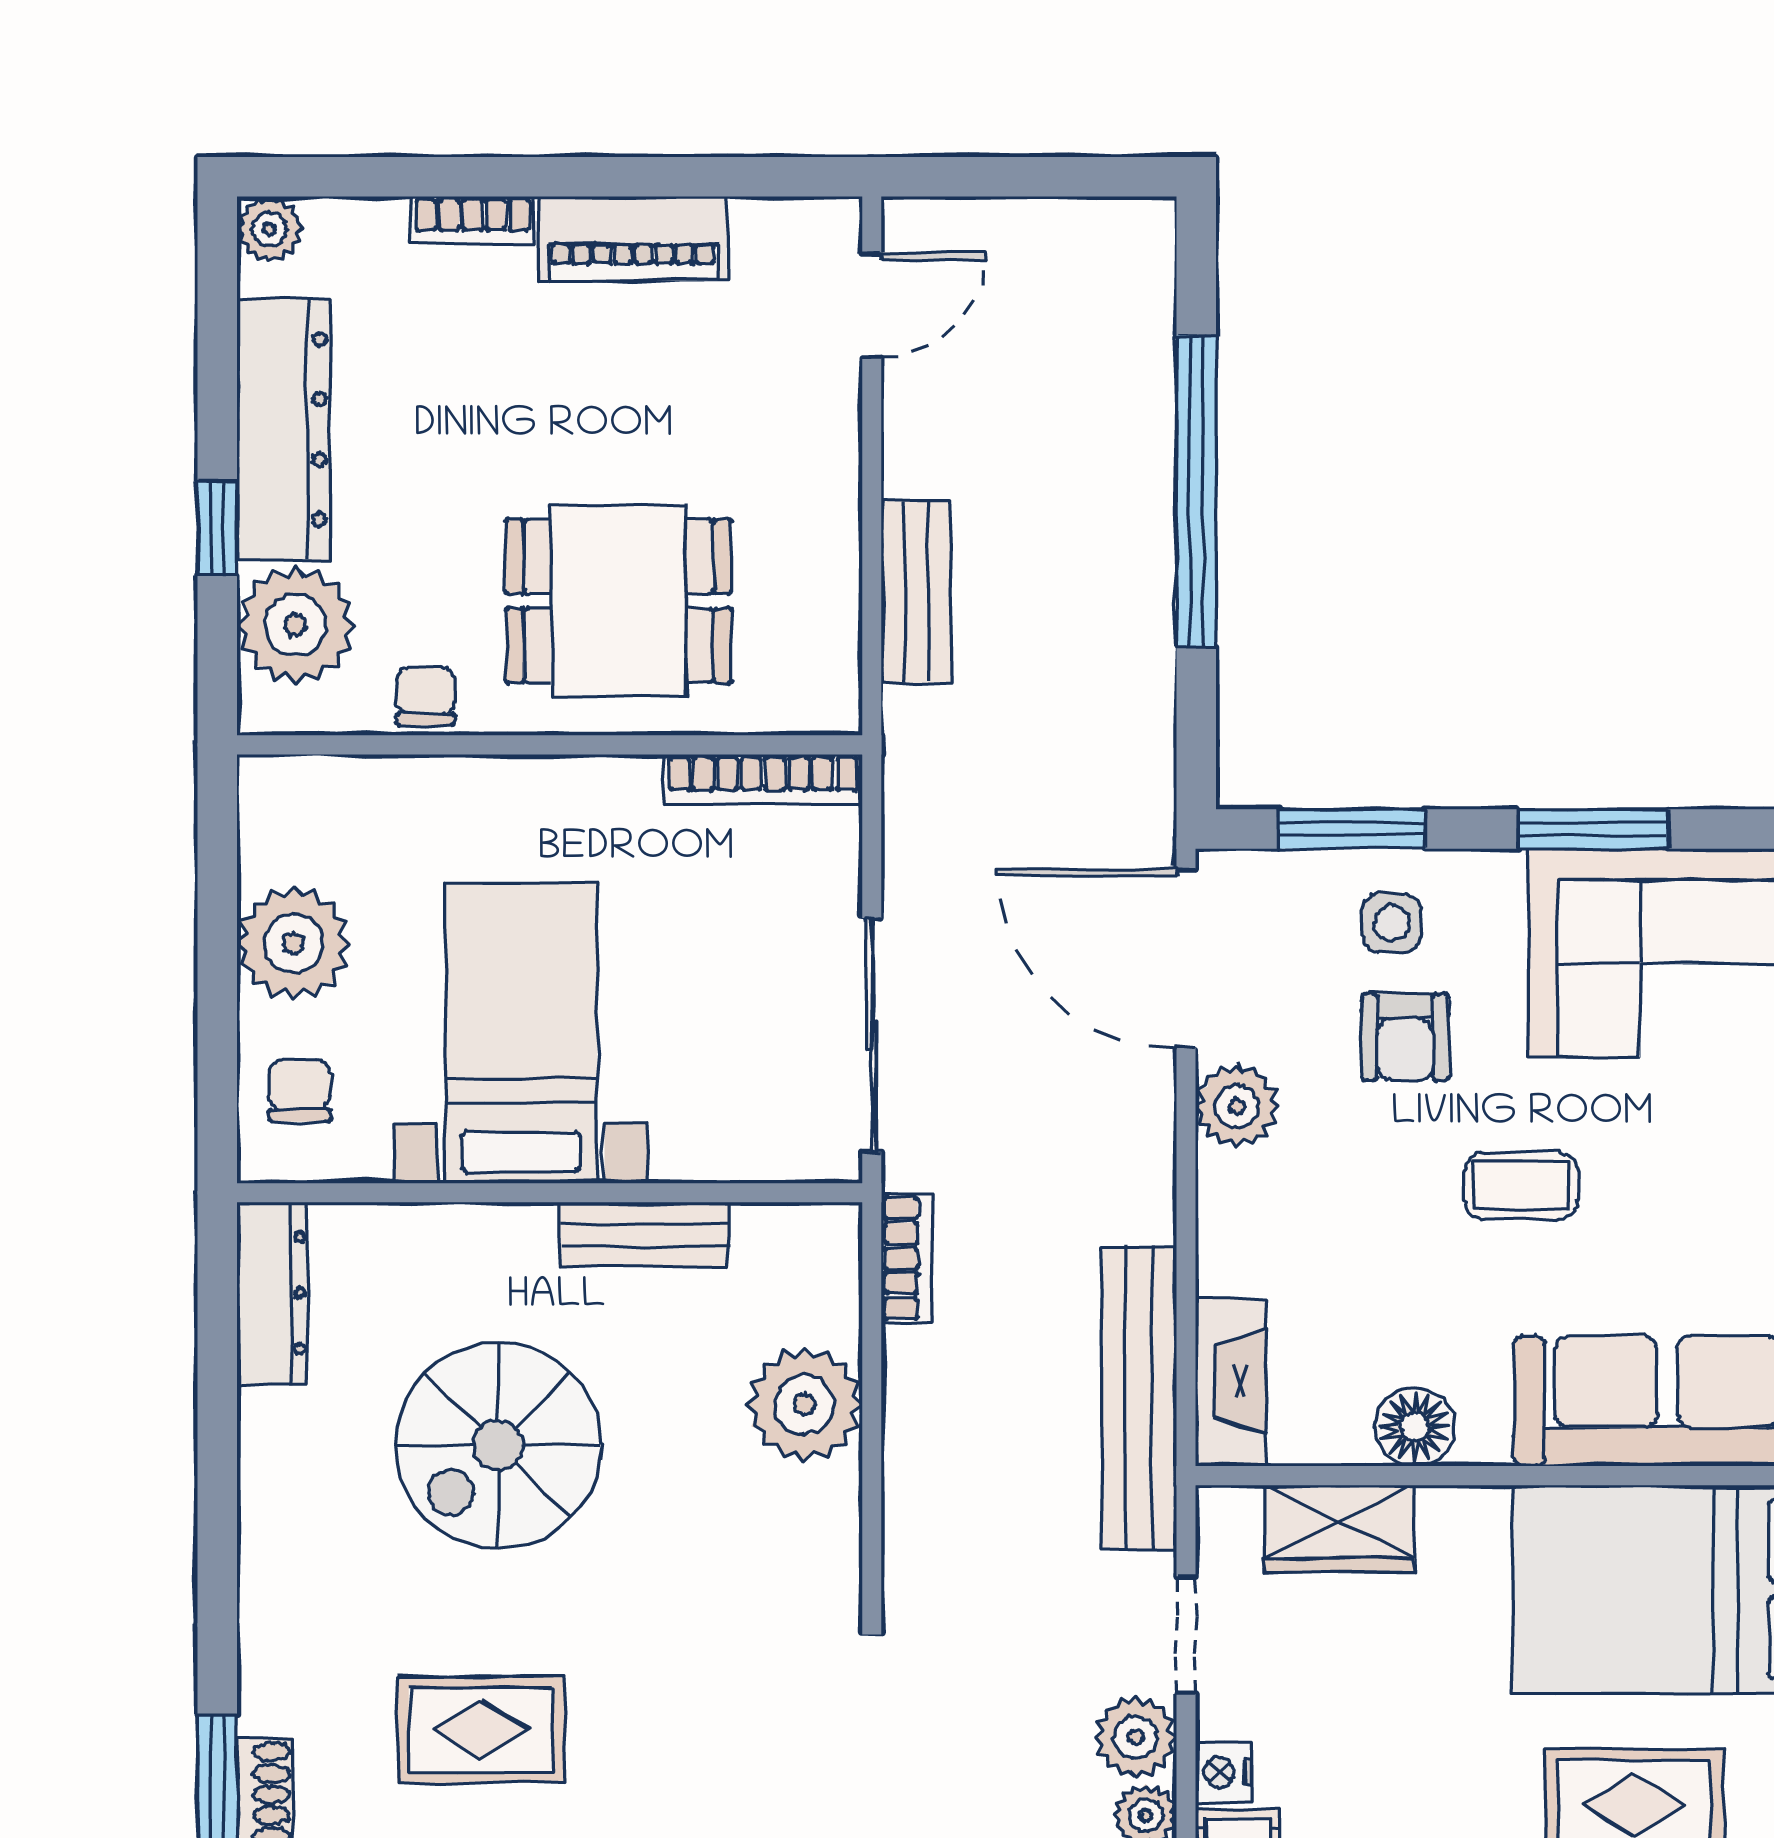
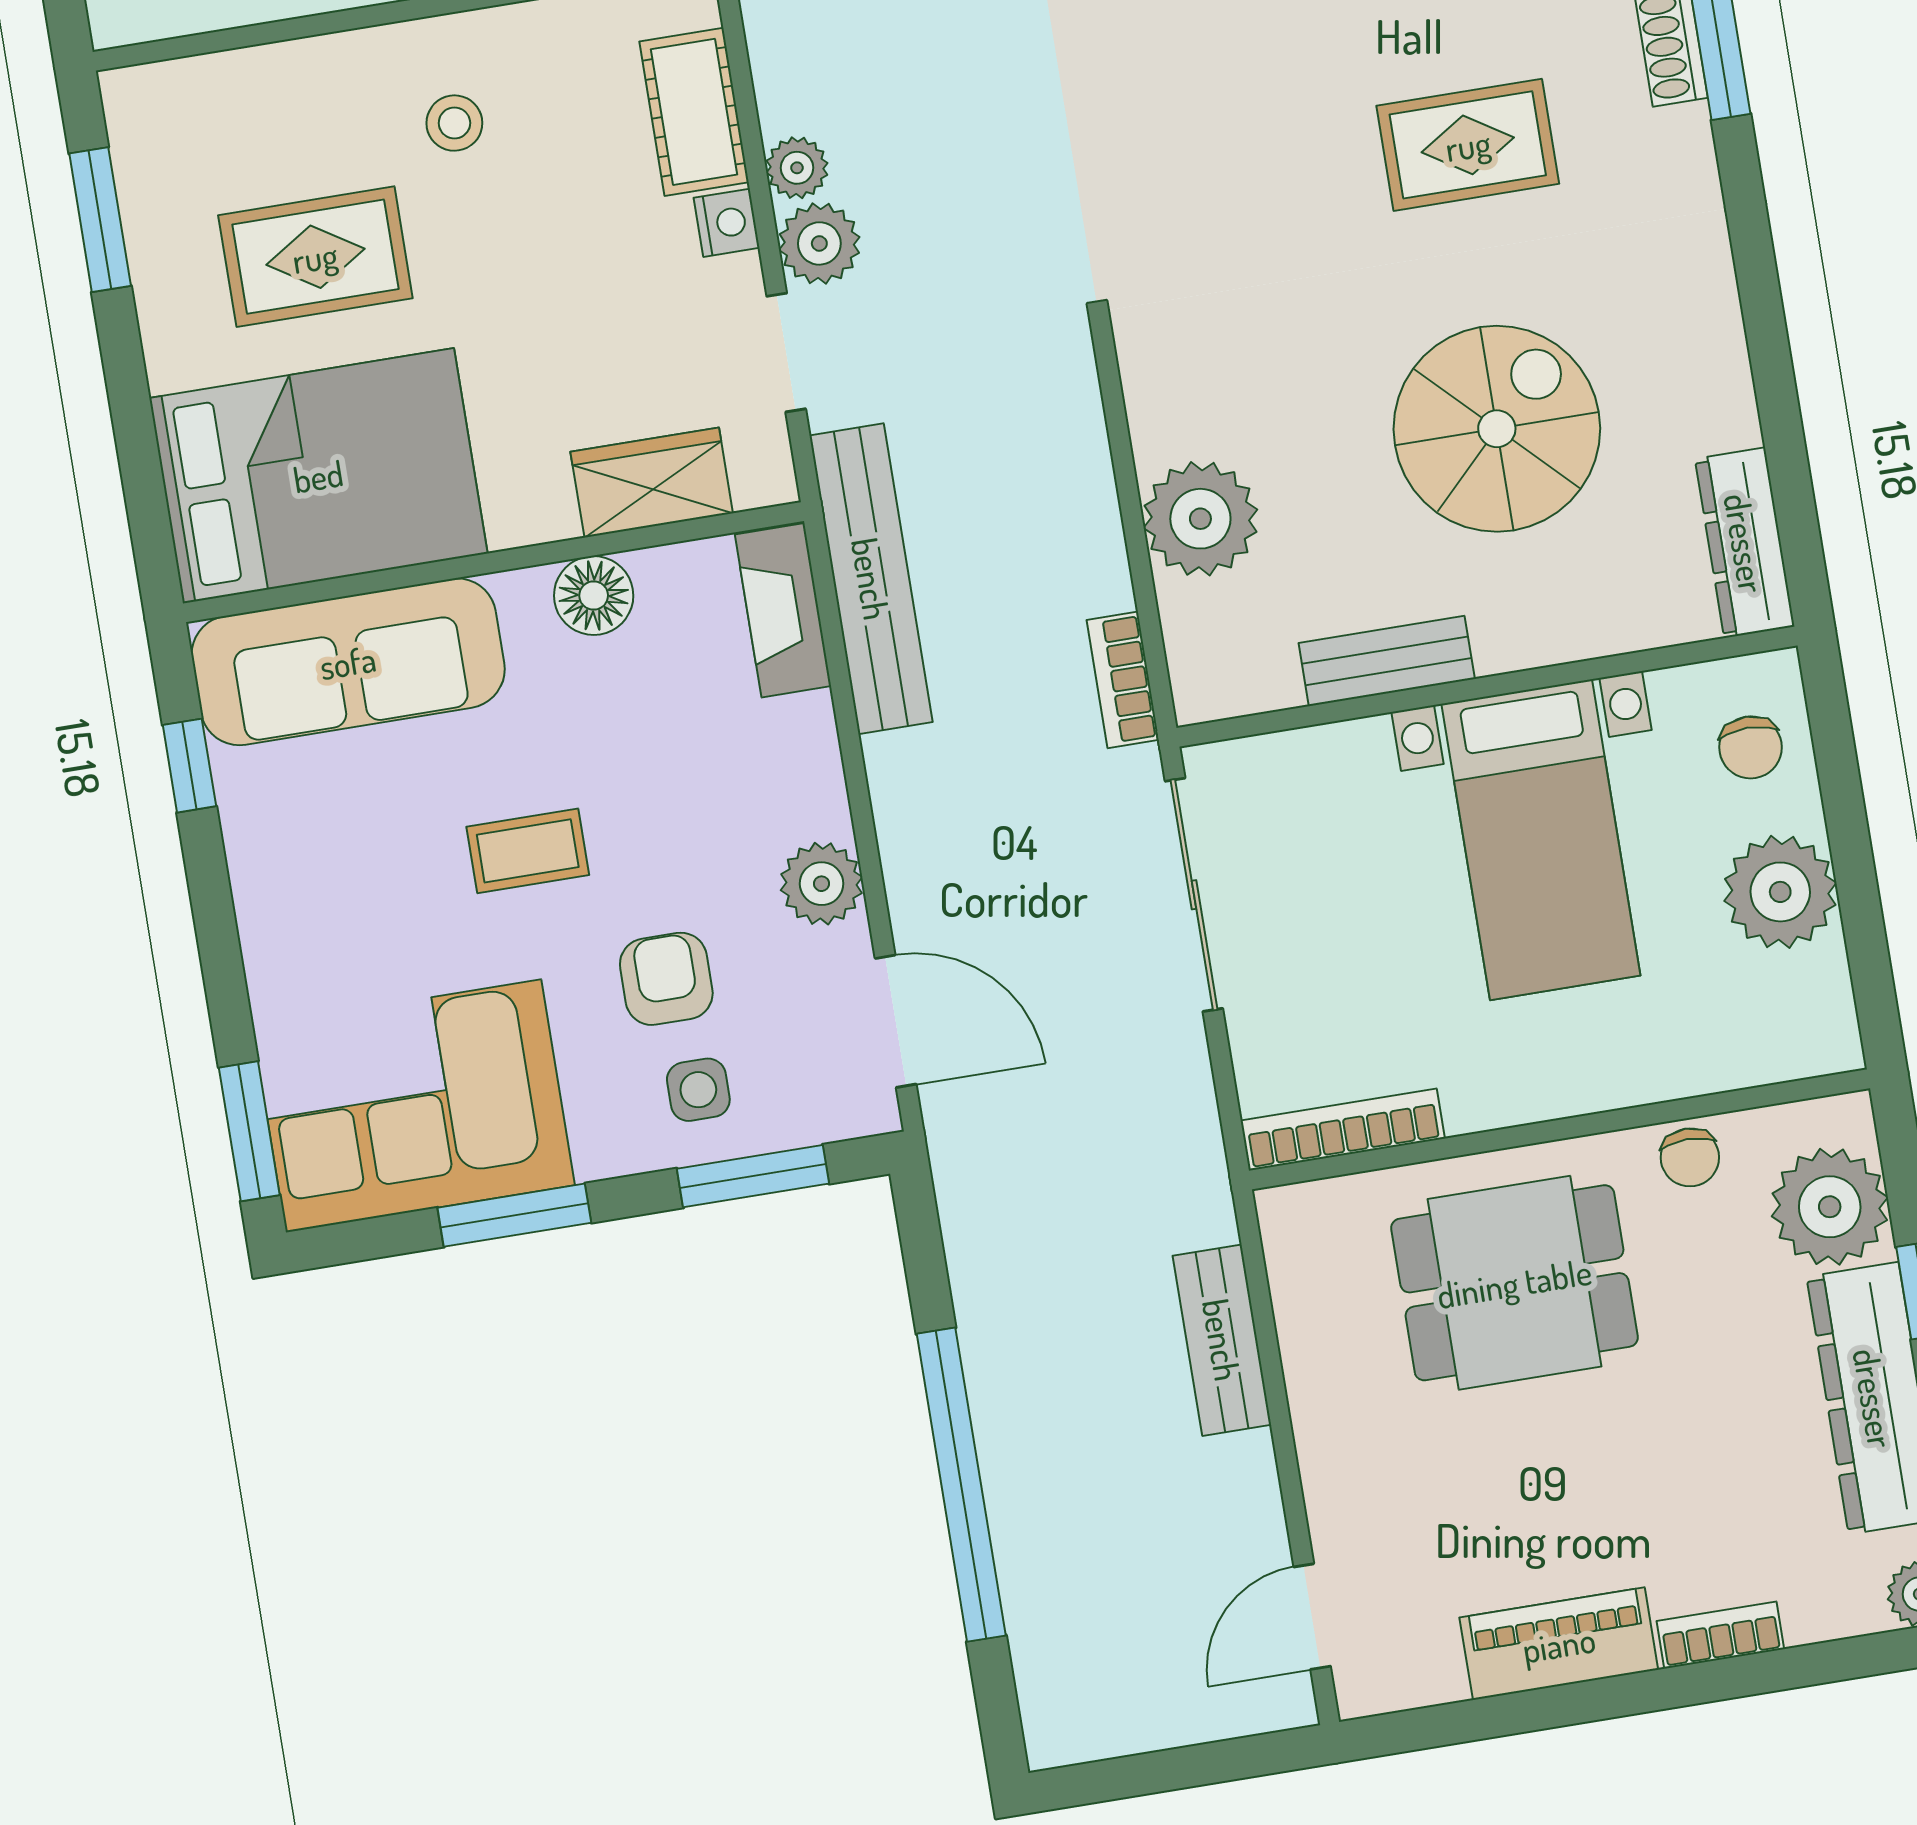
door: (1186, 959) -> (896, 1021), width x0.73

